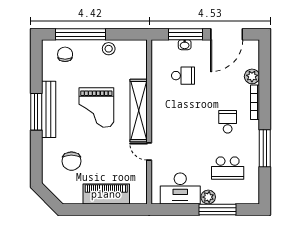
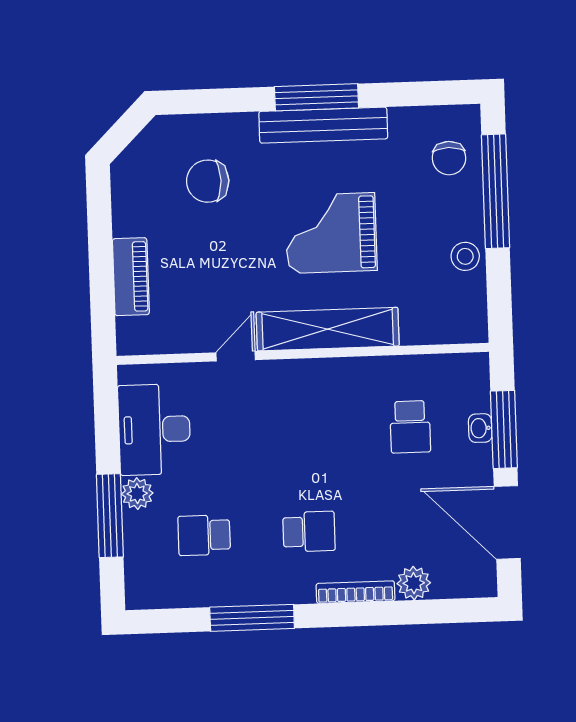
chair: (65, 54) -> (449, 158), turned 90
school desk: (228, 168) -> (204, 535), width x0.54
piano: (106, 194) -> (131, 277), width x0.73, depth x0.75

